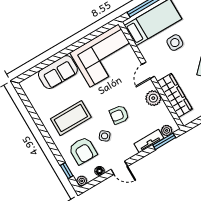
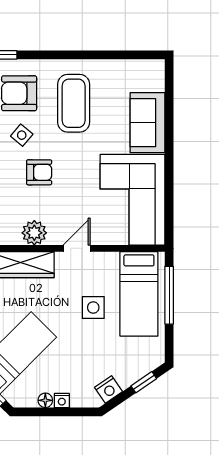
door: (148, 70) -> (77, 248), hinge flipped
armchair: (119, 115) -> (39, 172), turned 82

